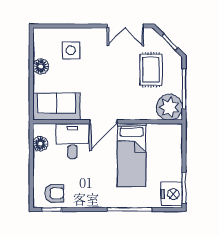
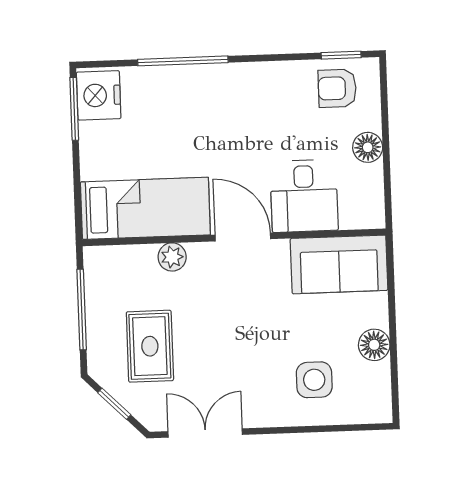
plant: (169, 107) -> (172, 257), moved, width x0.53, depth x0.53
door: (103, 122) -> (243, 237), hinge flipped
floor lamp: (40, 144) -> (368, 147), moved
bed: (132, 155) -> (145, 208), moved, turned 90

